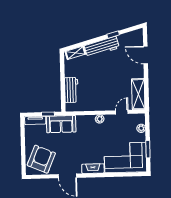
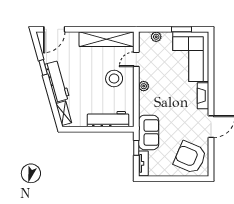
door: (146, 55) -> (54, 29), moved
workbench: (71, 90) -> (108, 119), width x1.37
stool: (105, 94) -> (114, 78), added
shelving: (138, 94) -> (107, 39), width x1.47
door: (122, 112) -> (136, 59), hinge flipped

